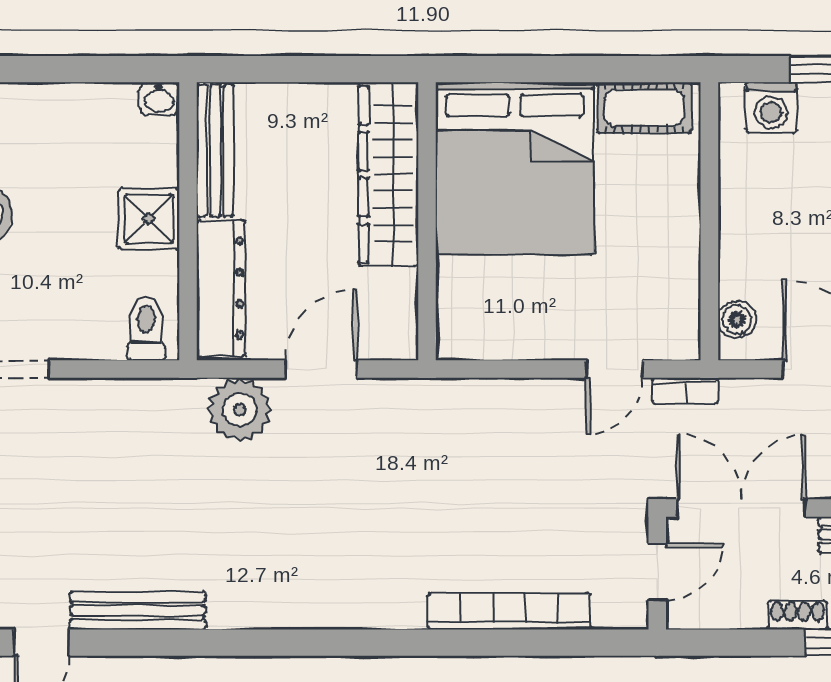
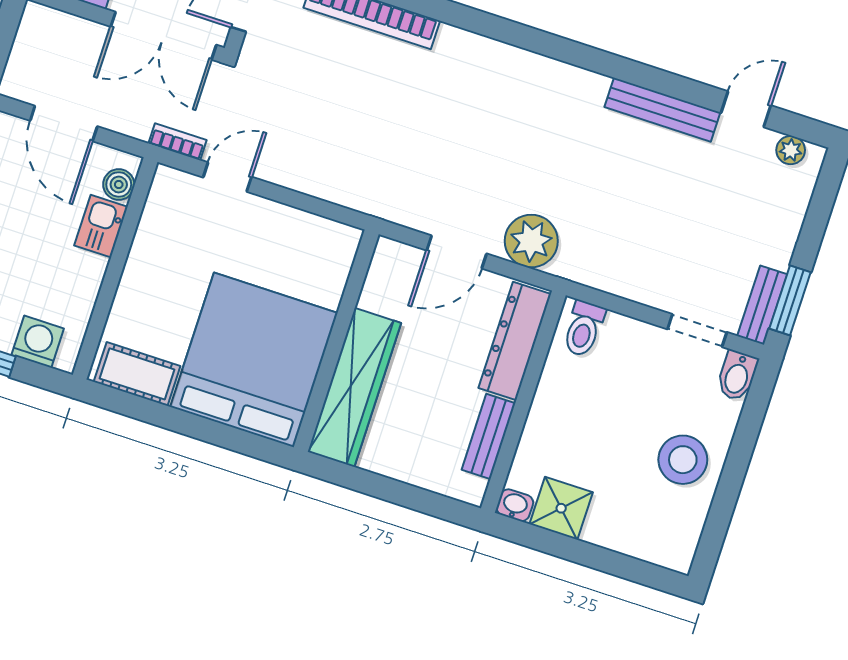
bench: (215, 150) -> (488, 436), width x0.73
shower: (149, 219) -> (561, 508), moved
kitchen sink: (742, 265) -> (101, 226), added

